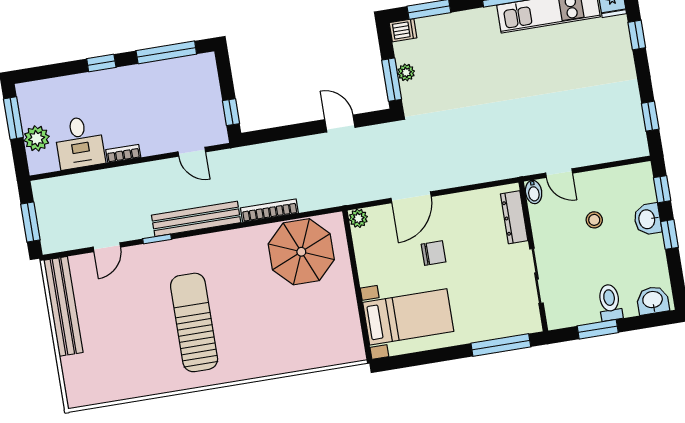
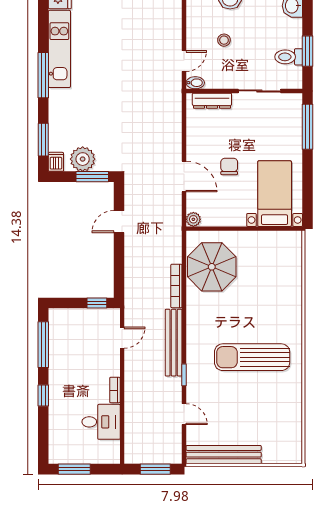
plant: (406, 72) -> (83, 159), width x1.88, depth x1.88
plant: (37, 138) -> (93, 454), removed
toilet: (610, 302) -> (289, 57), moved

